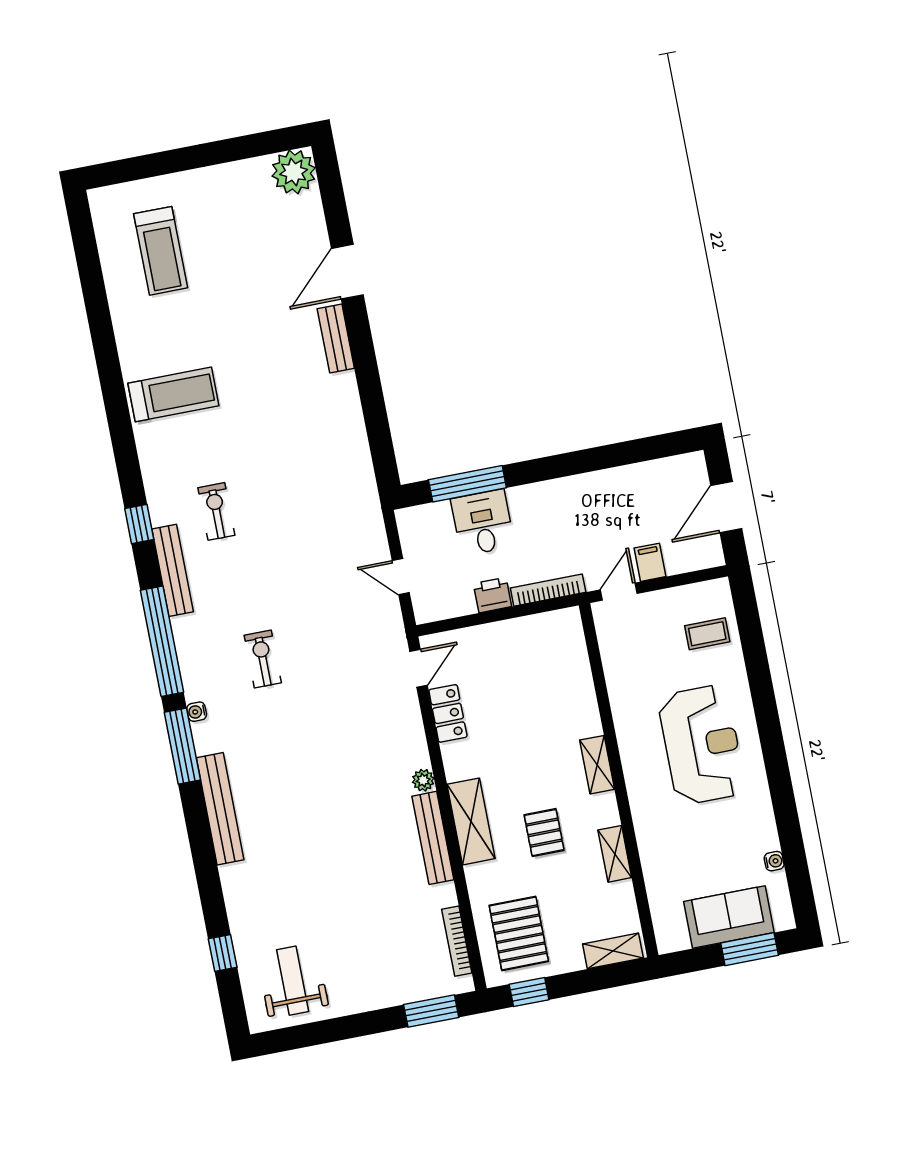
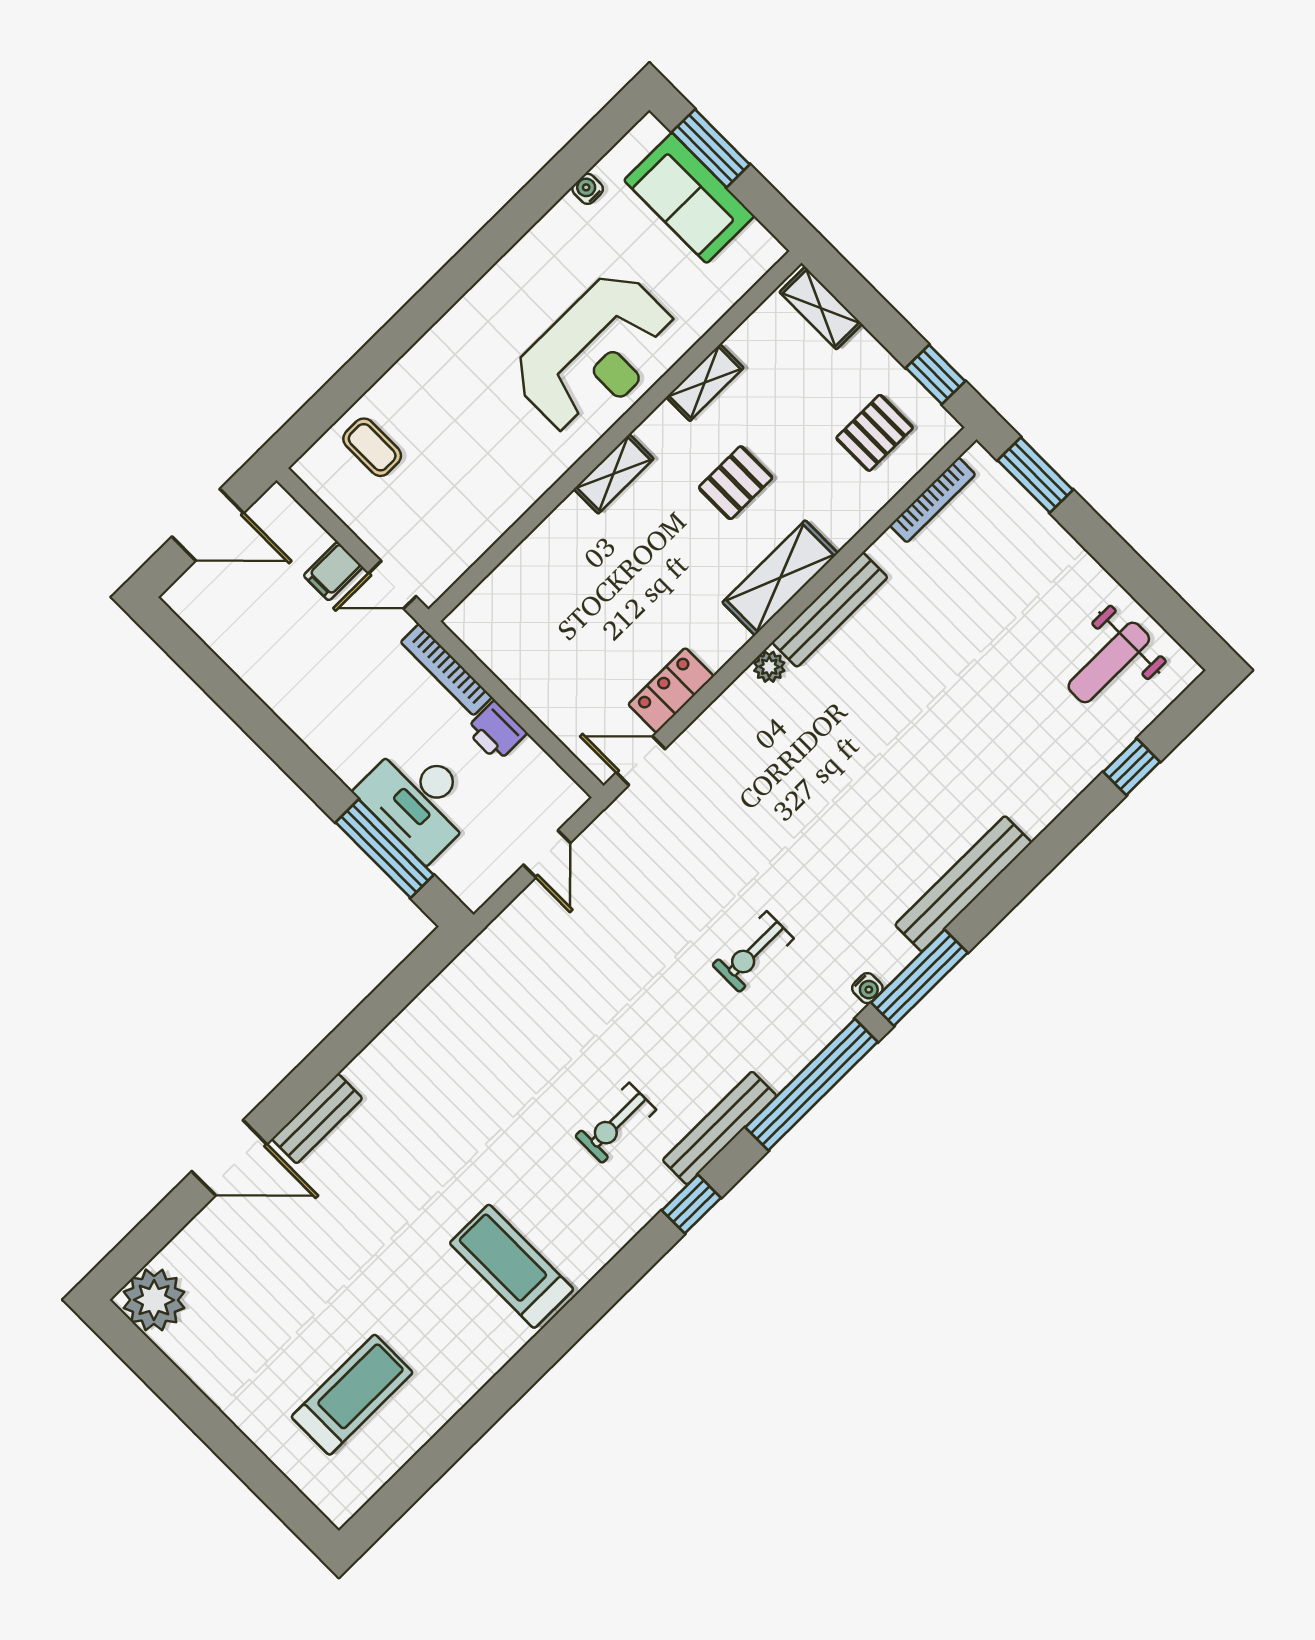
desk: (483, 523) -> (418, 800), width x1.37
reception desk: (702, 745) -> (596, 354), moved, turned 180
pallet: (519, 933) -> (875, 433), width x0.67, depth x0.71

